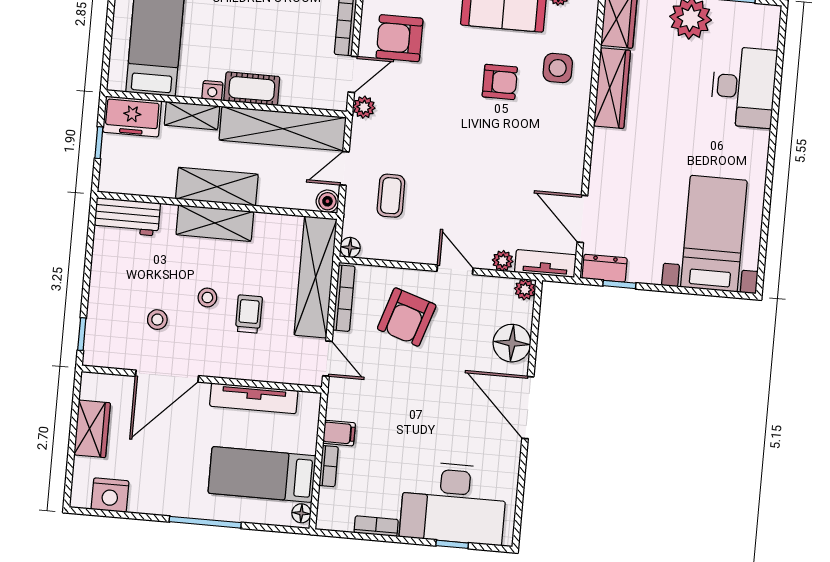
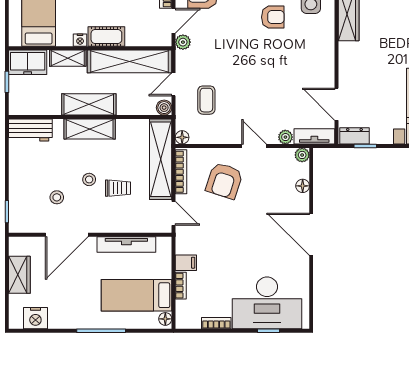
trolley: (249, 314) -> (118, 188), turned 90
floor lamp: (512, 343) -> (303, 186), width x0.53, depth x0.53

